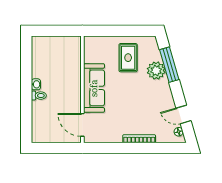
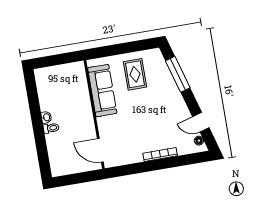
plant: (156, 71) -> (166, 83), removed
sofa: (94, 88) -> (102, 91), moved

